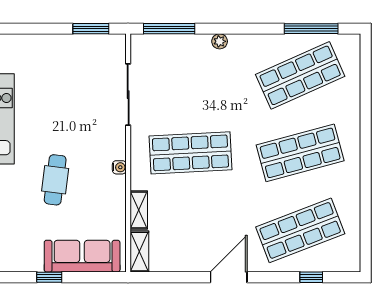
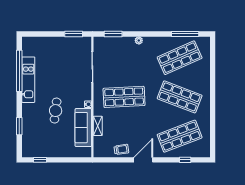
window: (169, 29) -> (113, 34), width x0.69
shop shelf: (300, 153) -> (180, 97), turned 36
shelving: (139, 252) -> (98, 147), removed
sofa: (82, 256) -> (83, 128), moved, turned -90
trolley: (185, 257) -> (121, 149), added
window: (49, 277) -> (40, 160), moved

